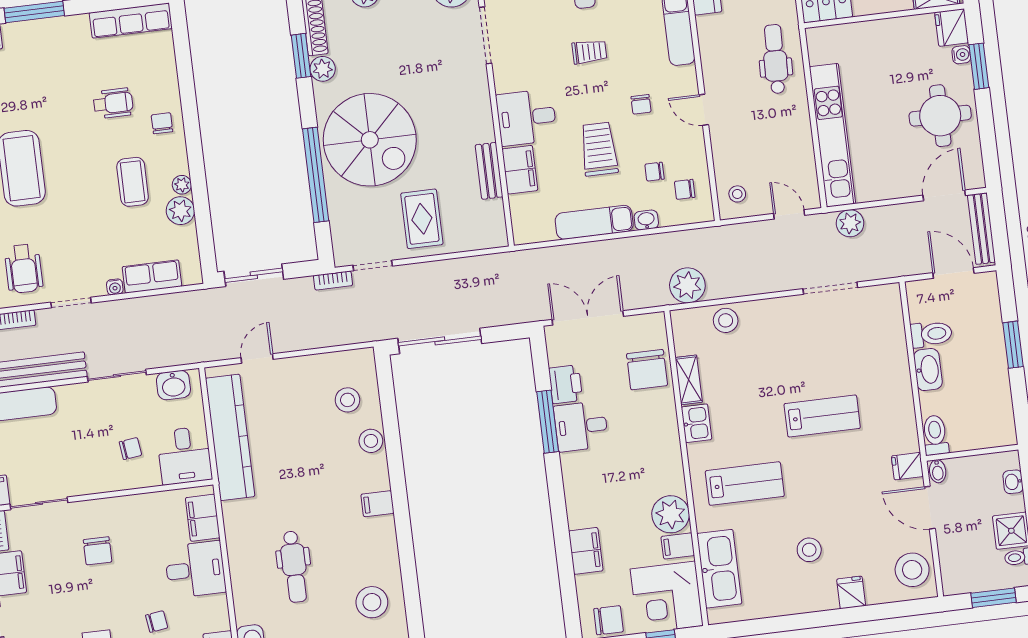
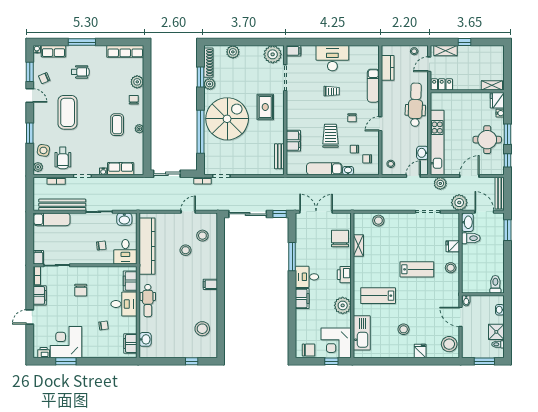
dental chair: (775, 59) -> (415, 105), width x1.36, depth x1.38
window: (979, 66) -> (507, 134), moved
wheelchair: (113, 103) -> (80, 72), moved
door: (704, 110) -> (380, 124), hinge flipped
desk: (526, 117) -> (299, 117), removed
spiral stairs: (370, 140) -> (227, 119), turned -90
window: (990, 155) -> (507, 160), added
washbasin: (803, 162) -> (422, 153), added
bench: (489, 171) -> (279, 156), moved
door: (944, 195) -> (469, 176), moved
plant: (180, 211) -> (137, 82), moved
door: (789, 214) -> (413, 176), hinge flipped
rug: (422, 219) -> (265, 107), moved
plant: (687, 285) -> (459, 203), moved
window: (509, 332) -> (280, 214), added
window: (1013, 345) -> (507, 230), moved
door: (257, 358) -> (188, 212), moved
chair: (647, 370) -> (340, 239), turned 180
washbasin: (928, 370) -> (467, 222), moved
printer: (566, 384) -> (344, 275), moved, turned 180
stool: (895, 404) -> (451, 268), added
kitchen sink: (696, 423) -> (359, 266), removed
desk: (581, 426) -> (307, 277), moved
toilet: (935, 435) -> (495, 284), moved
stool: (371, 441) -> (186, 250), moved
fridge: (907, 466) -> (453, 246), moved
lab bench: (745, 484) -> (378, 296), turned 180
filing cabinet: (678, 546) -> (344, 320), removed
filing cabinet: (586, 551) -> (302, 298), moved
dental chair: (294, 567) -> (148, 301), moved

